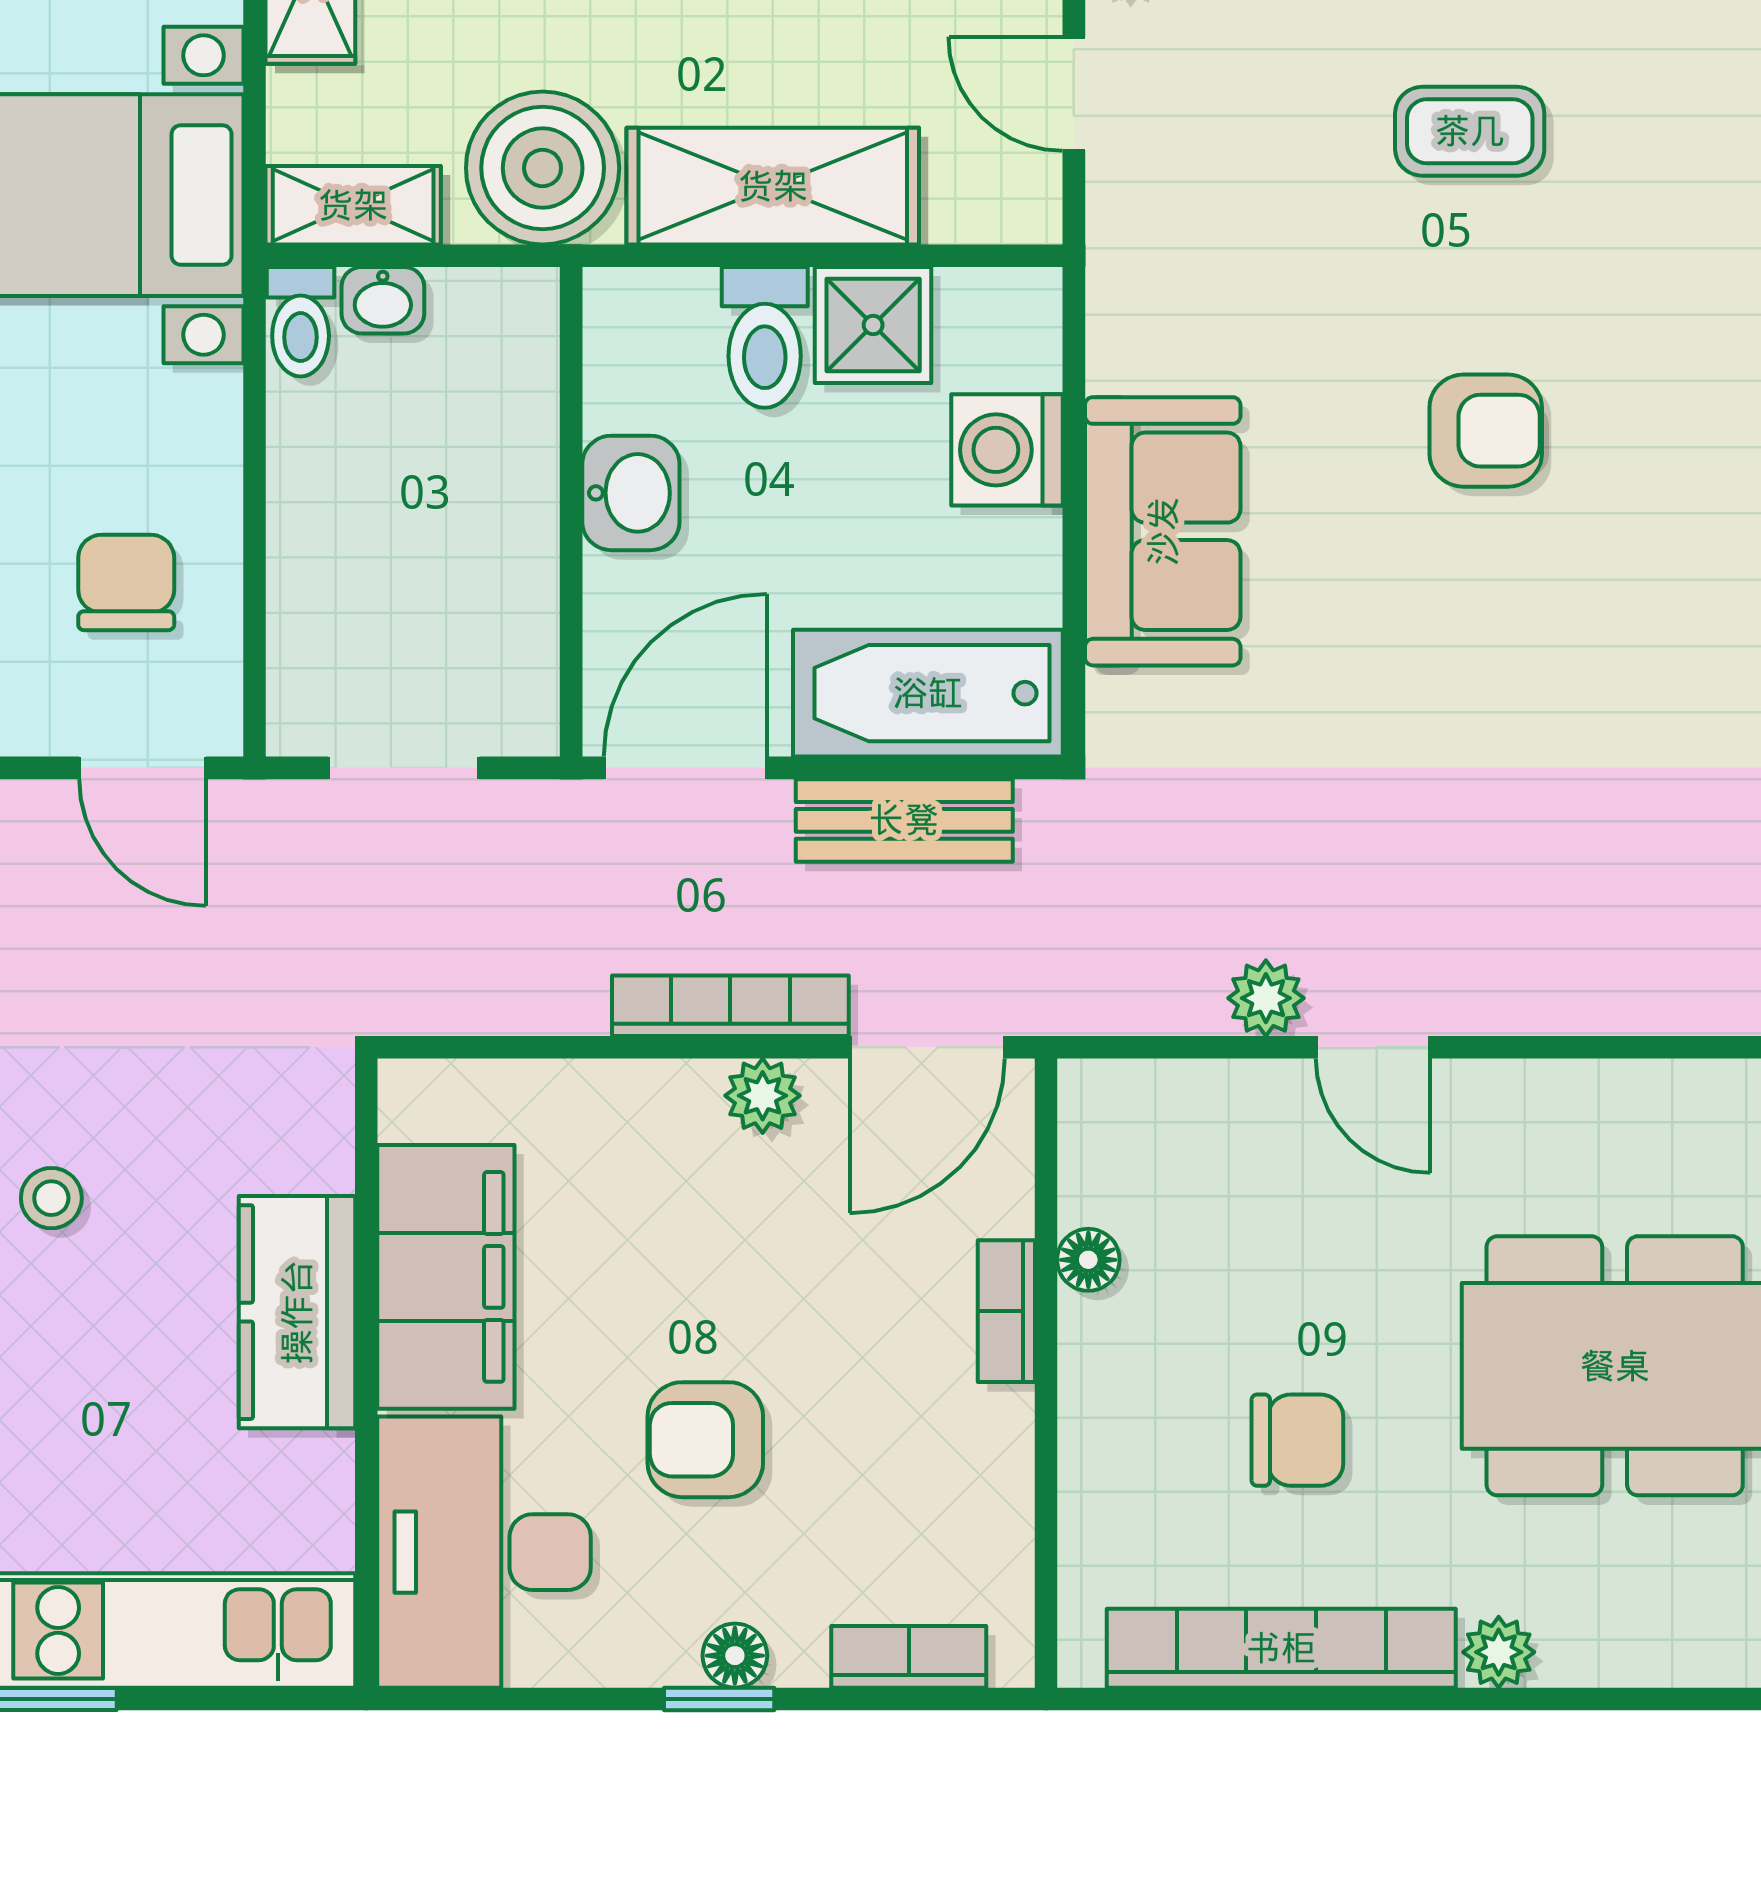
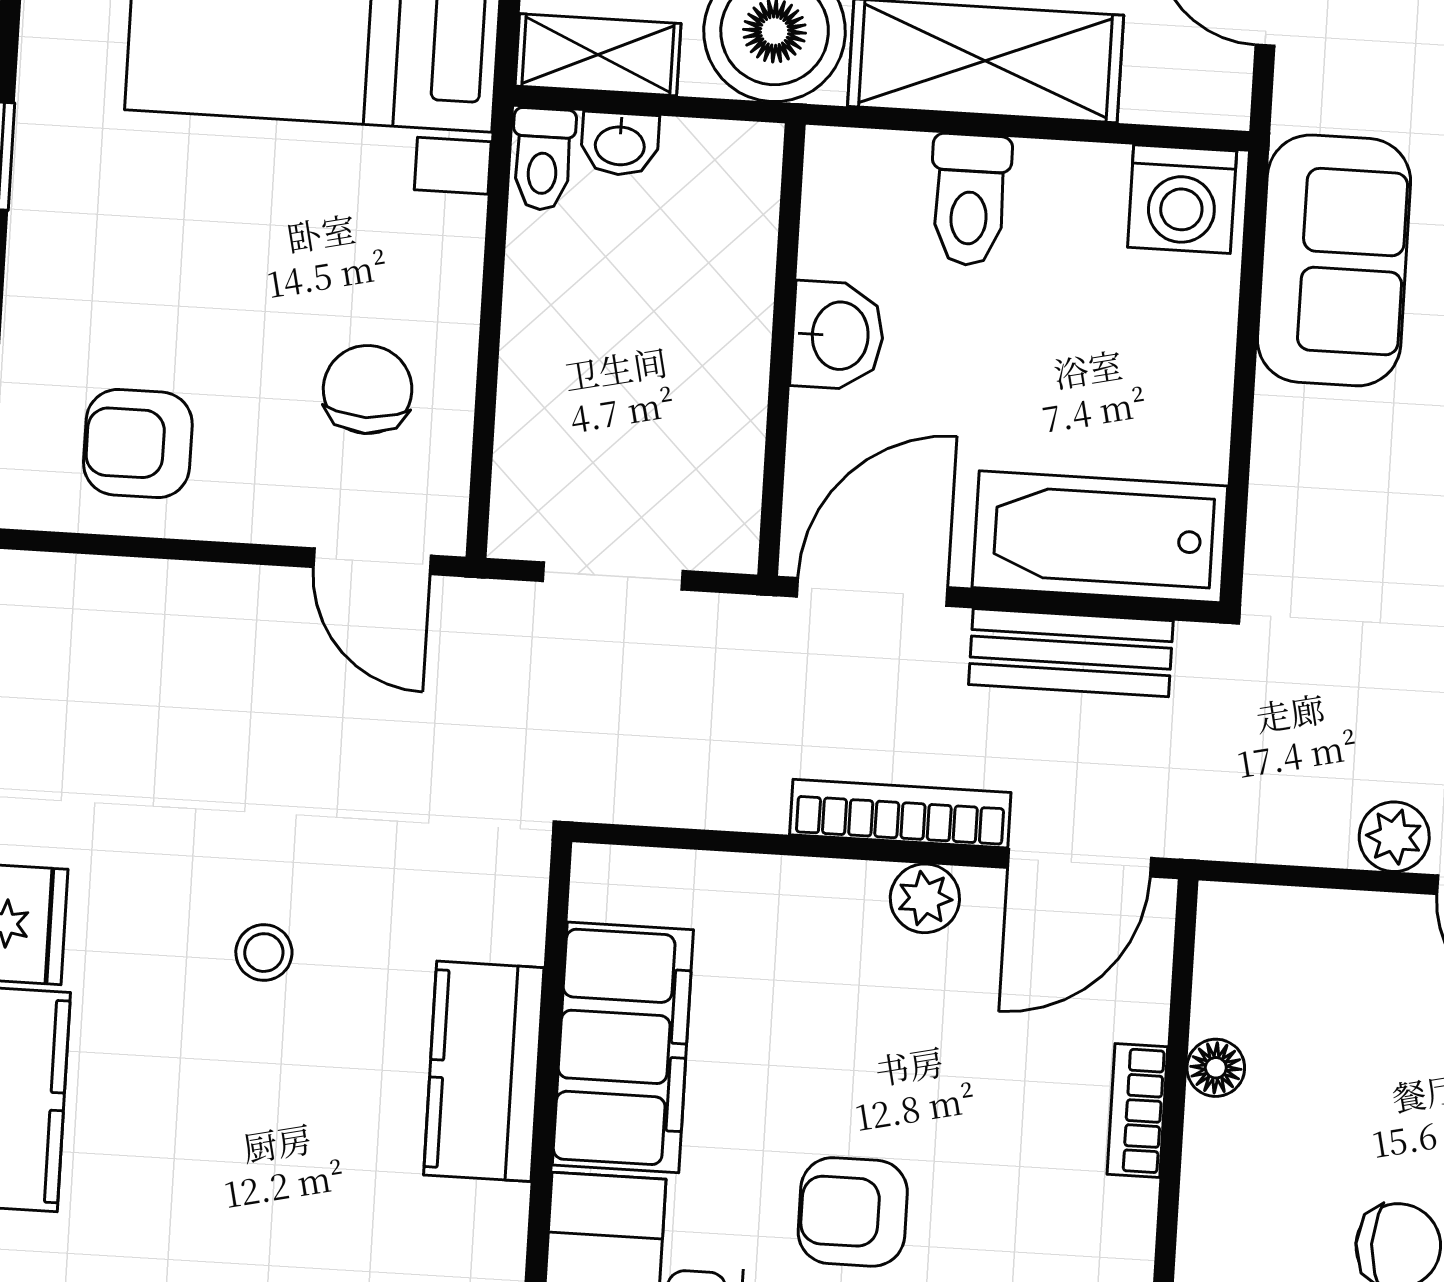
shower: (873, 325) -> (1070, 194), removed
washing machine: (1007, 450) -> (1182, 199), moved, turned -90
sofa: (1163, 531) -> (1334, 260), moved

